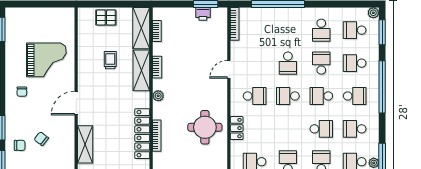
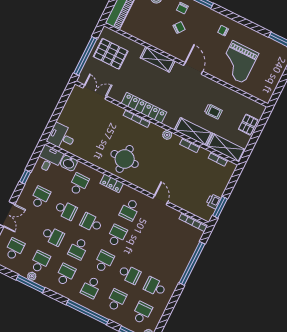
school desk: (288, 63) -> (91, 223), moved

